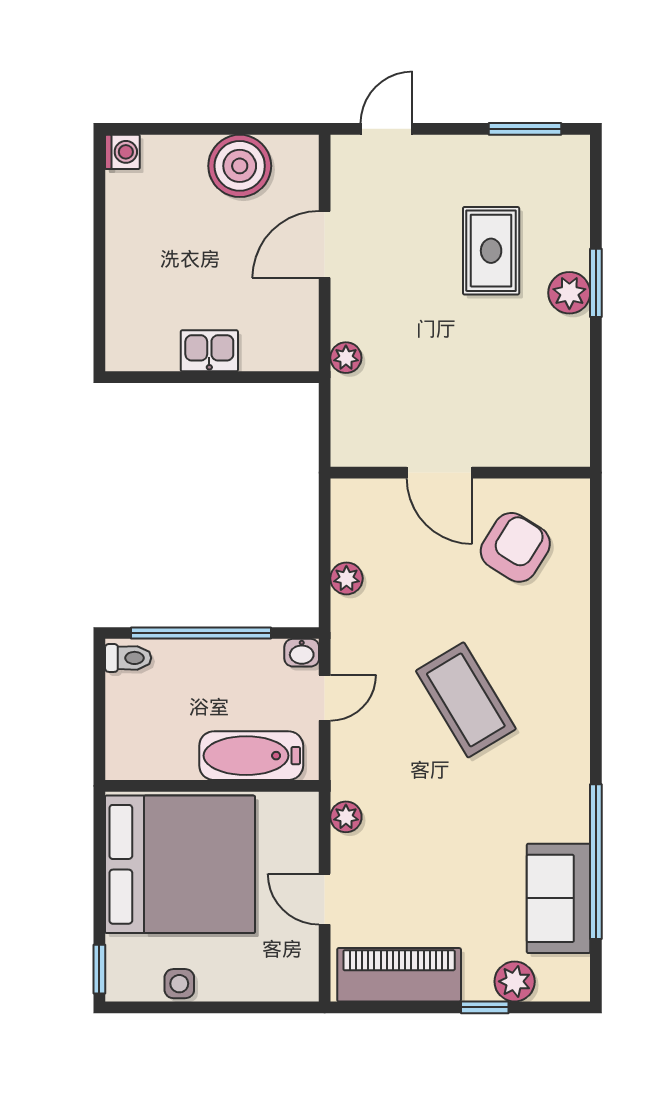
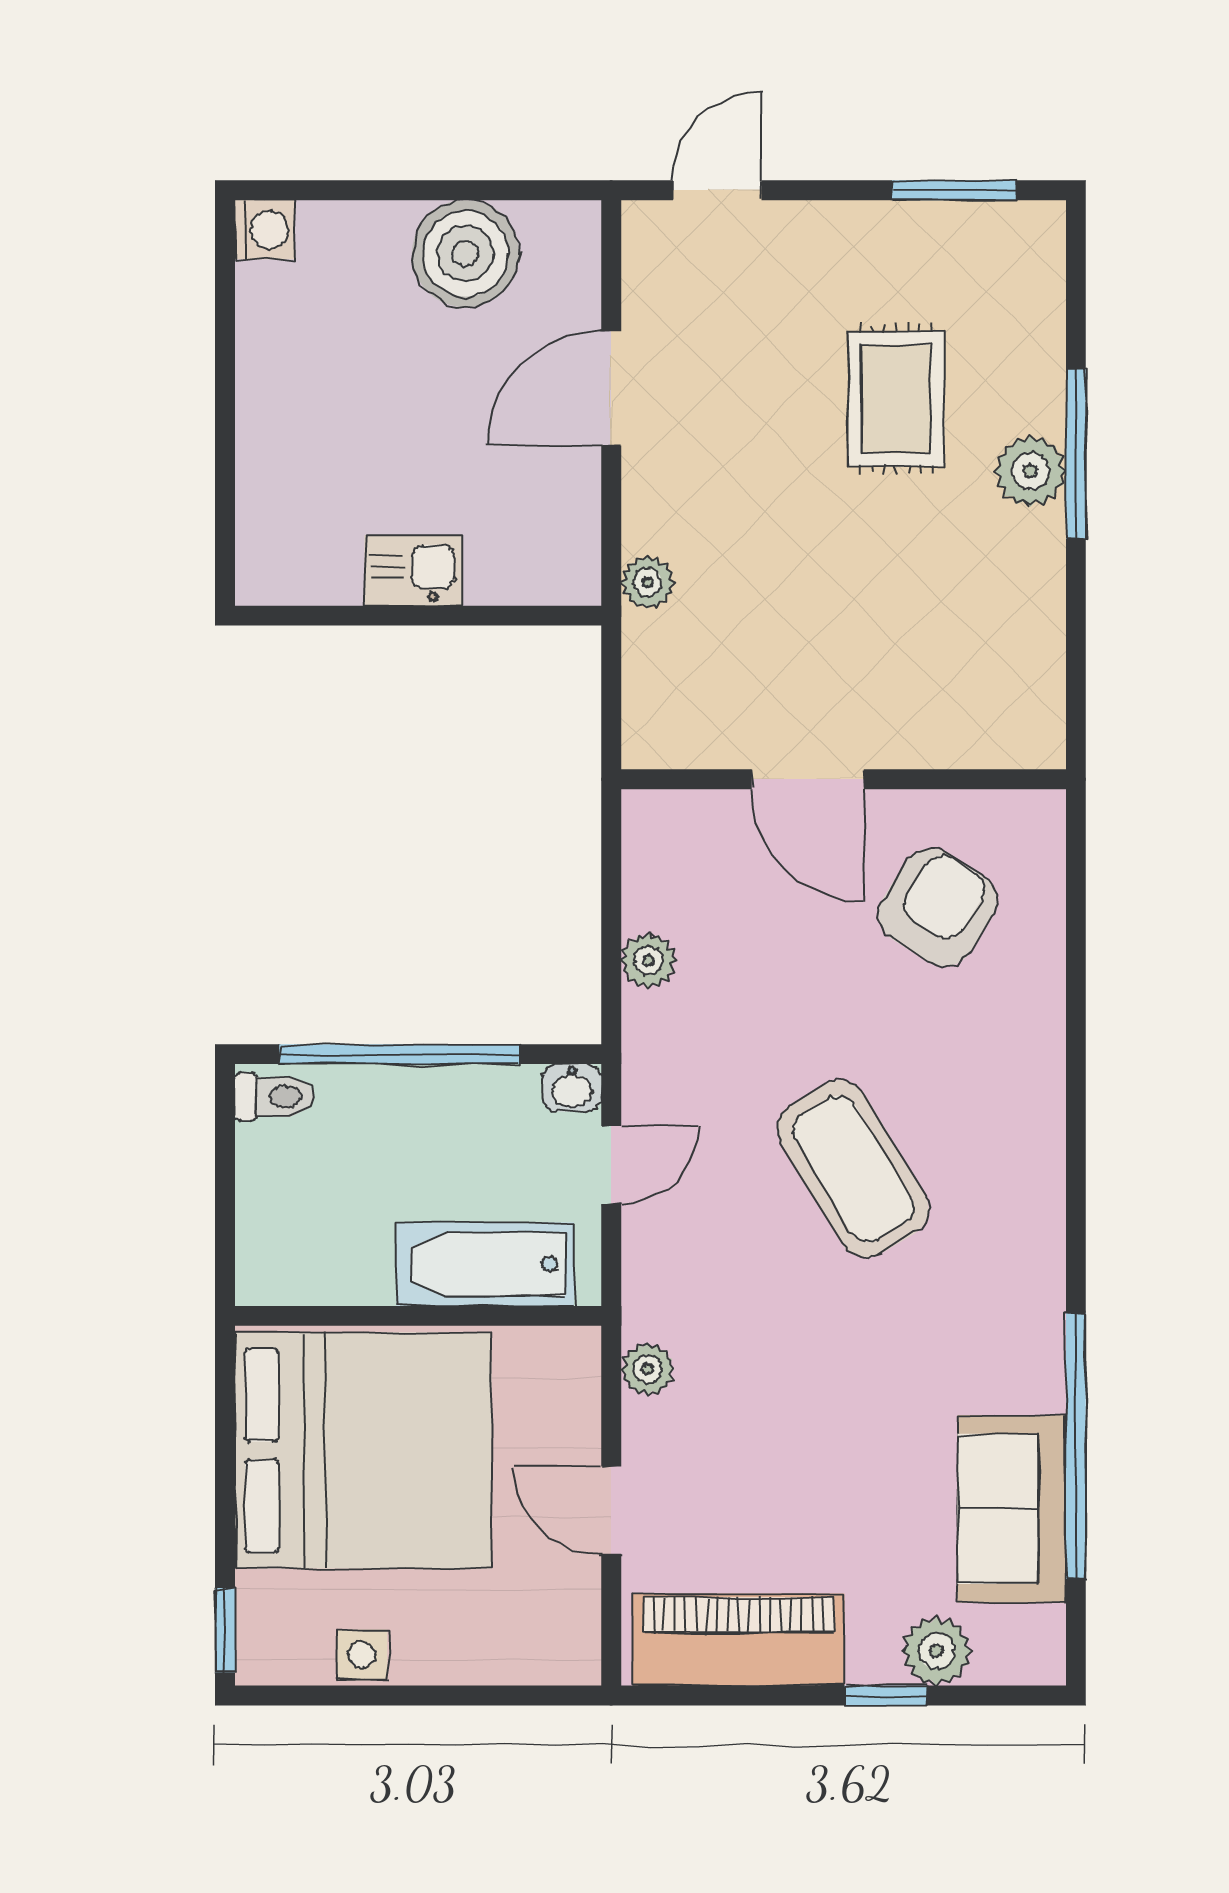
window: (596, 283) -> (1076, 454), width x1.44

